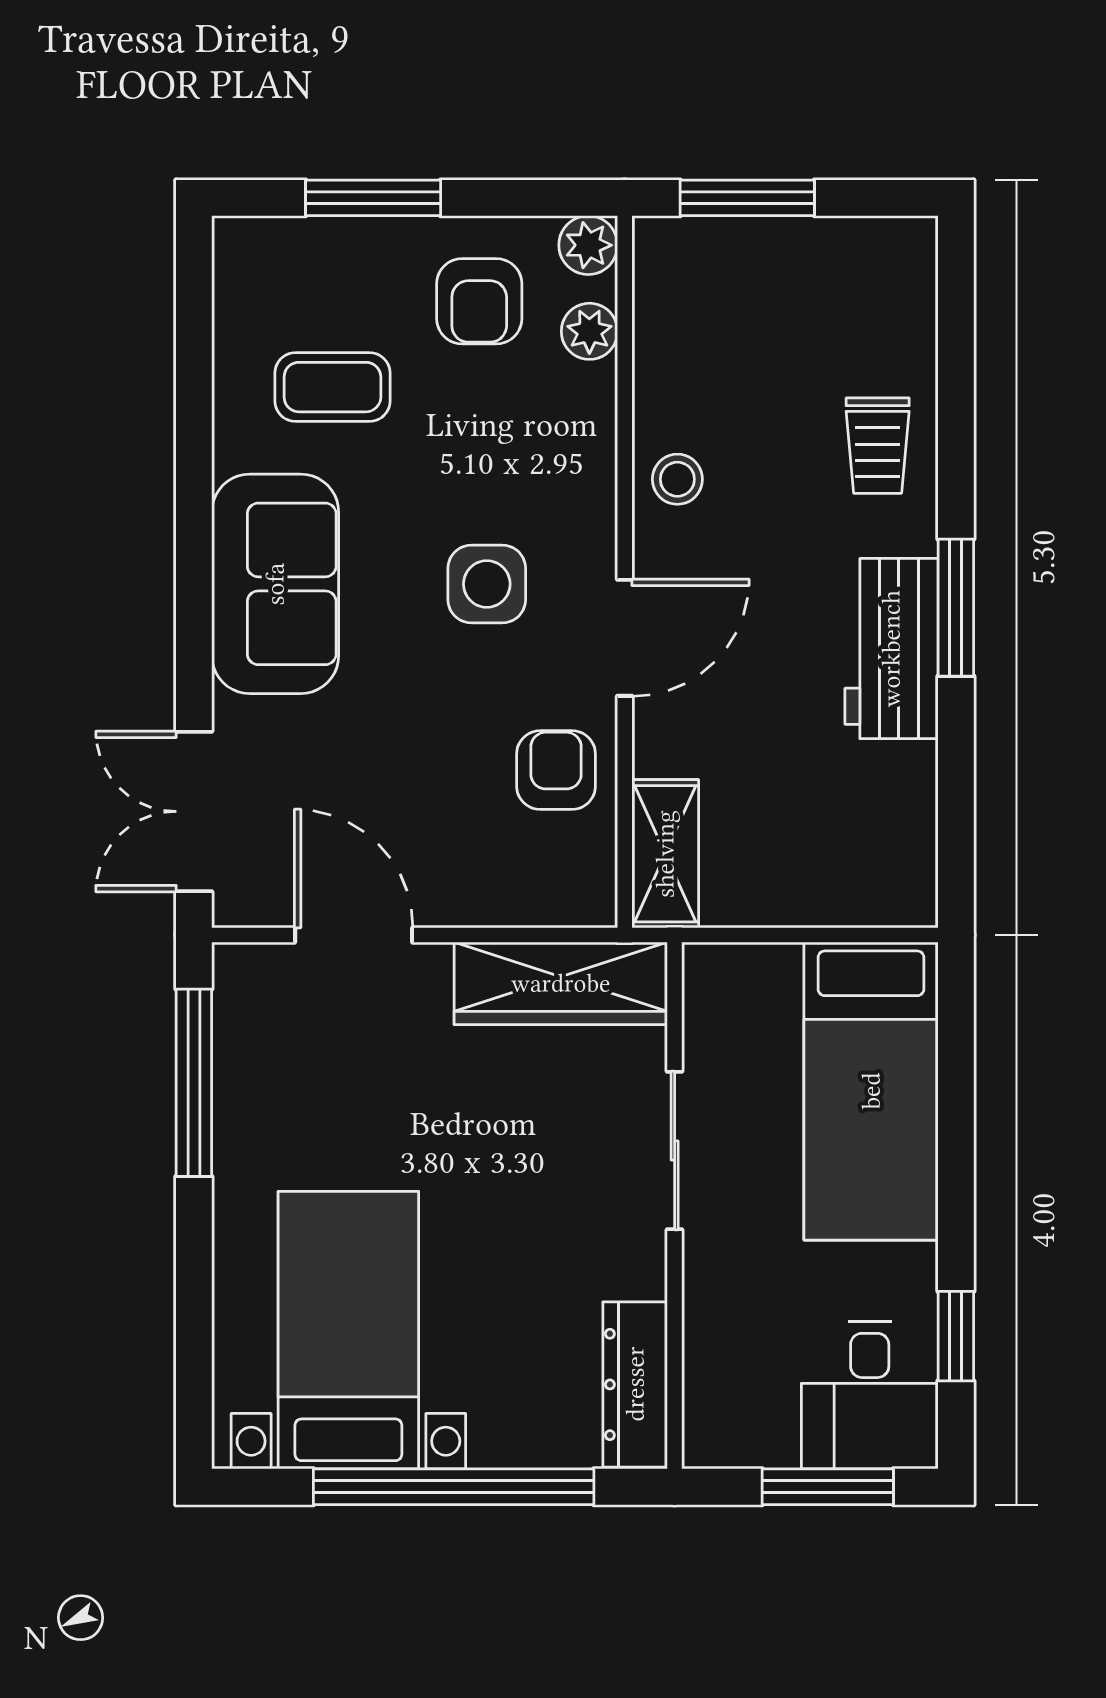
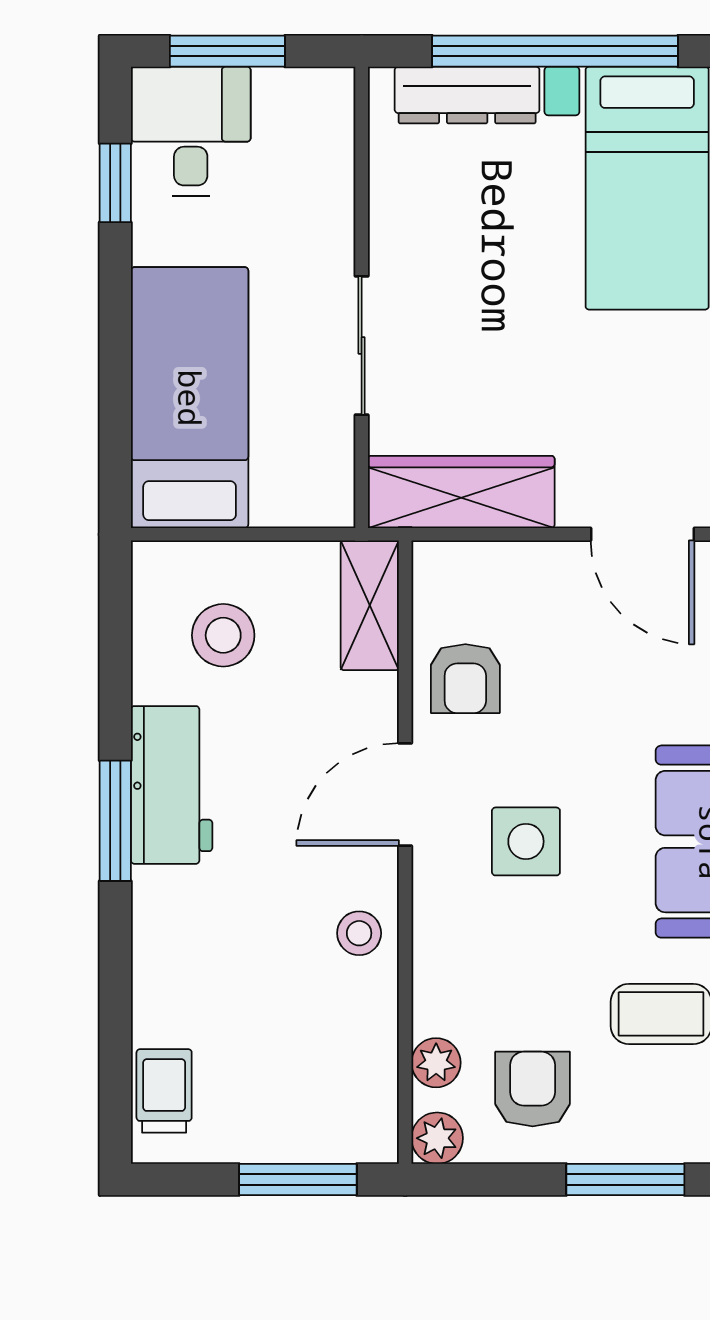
trolley: (878, 446) -> (164, 1091), moved
stool: (833, 820) -> (223, 635), added
dresser: (635, 1384) -> (467, 95), moved, turned 90

